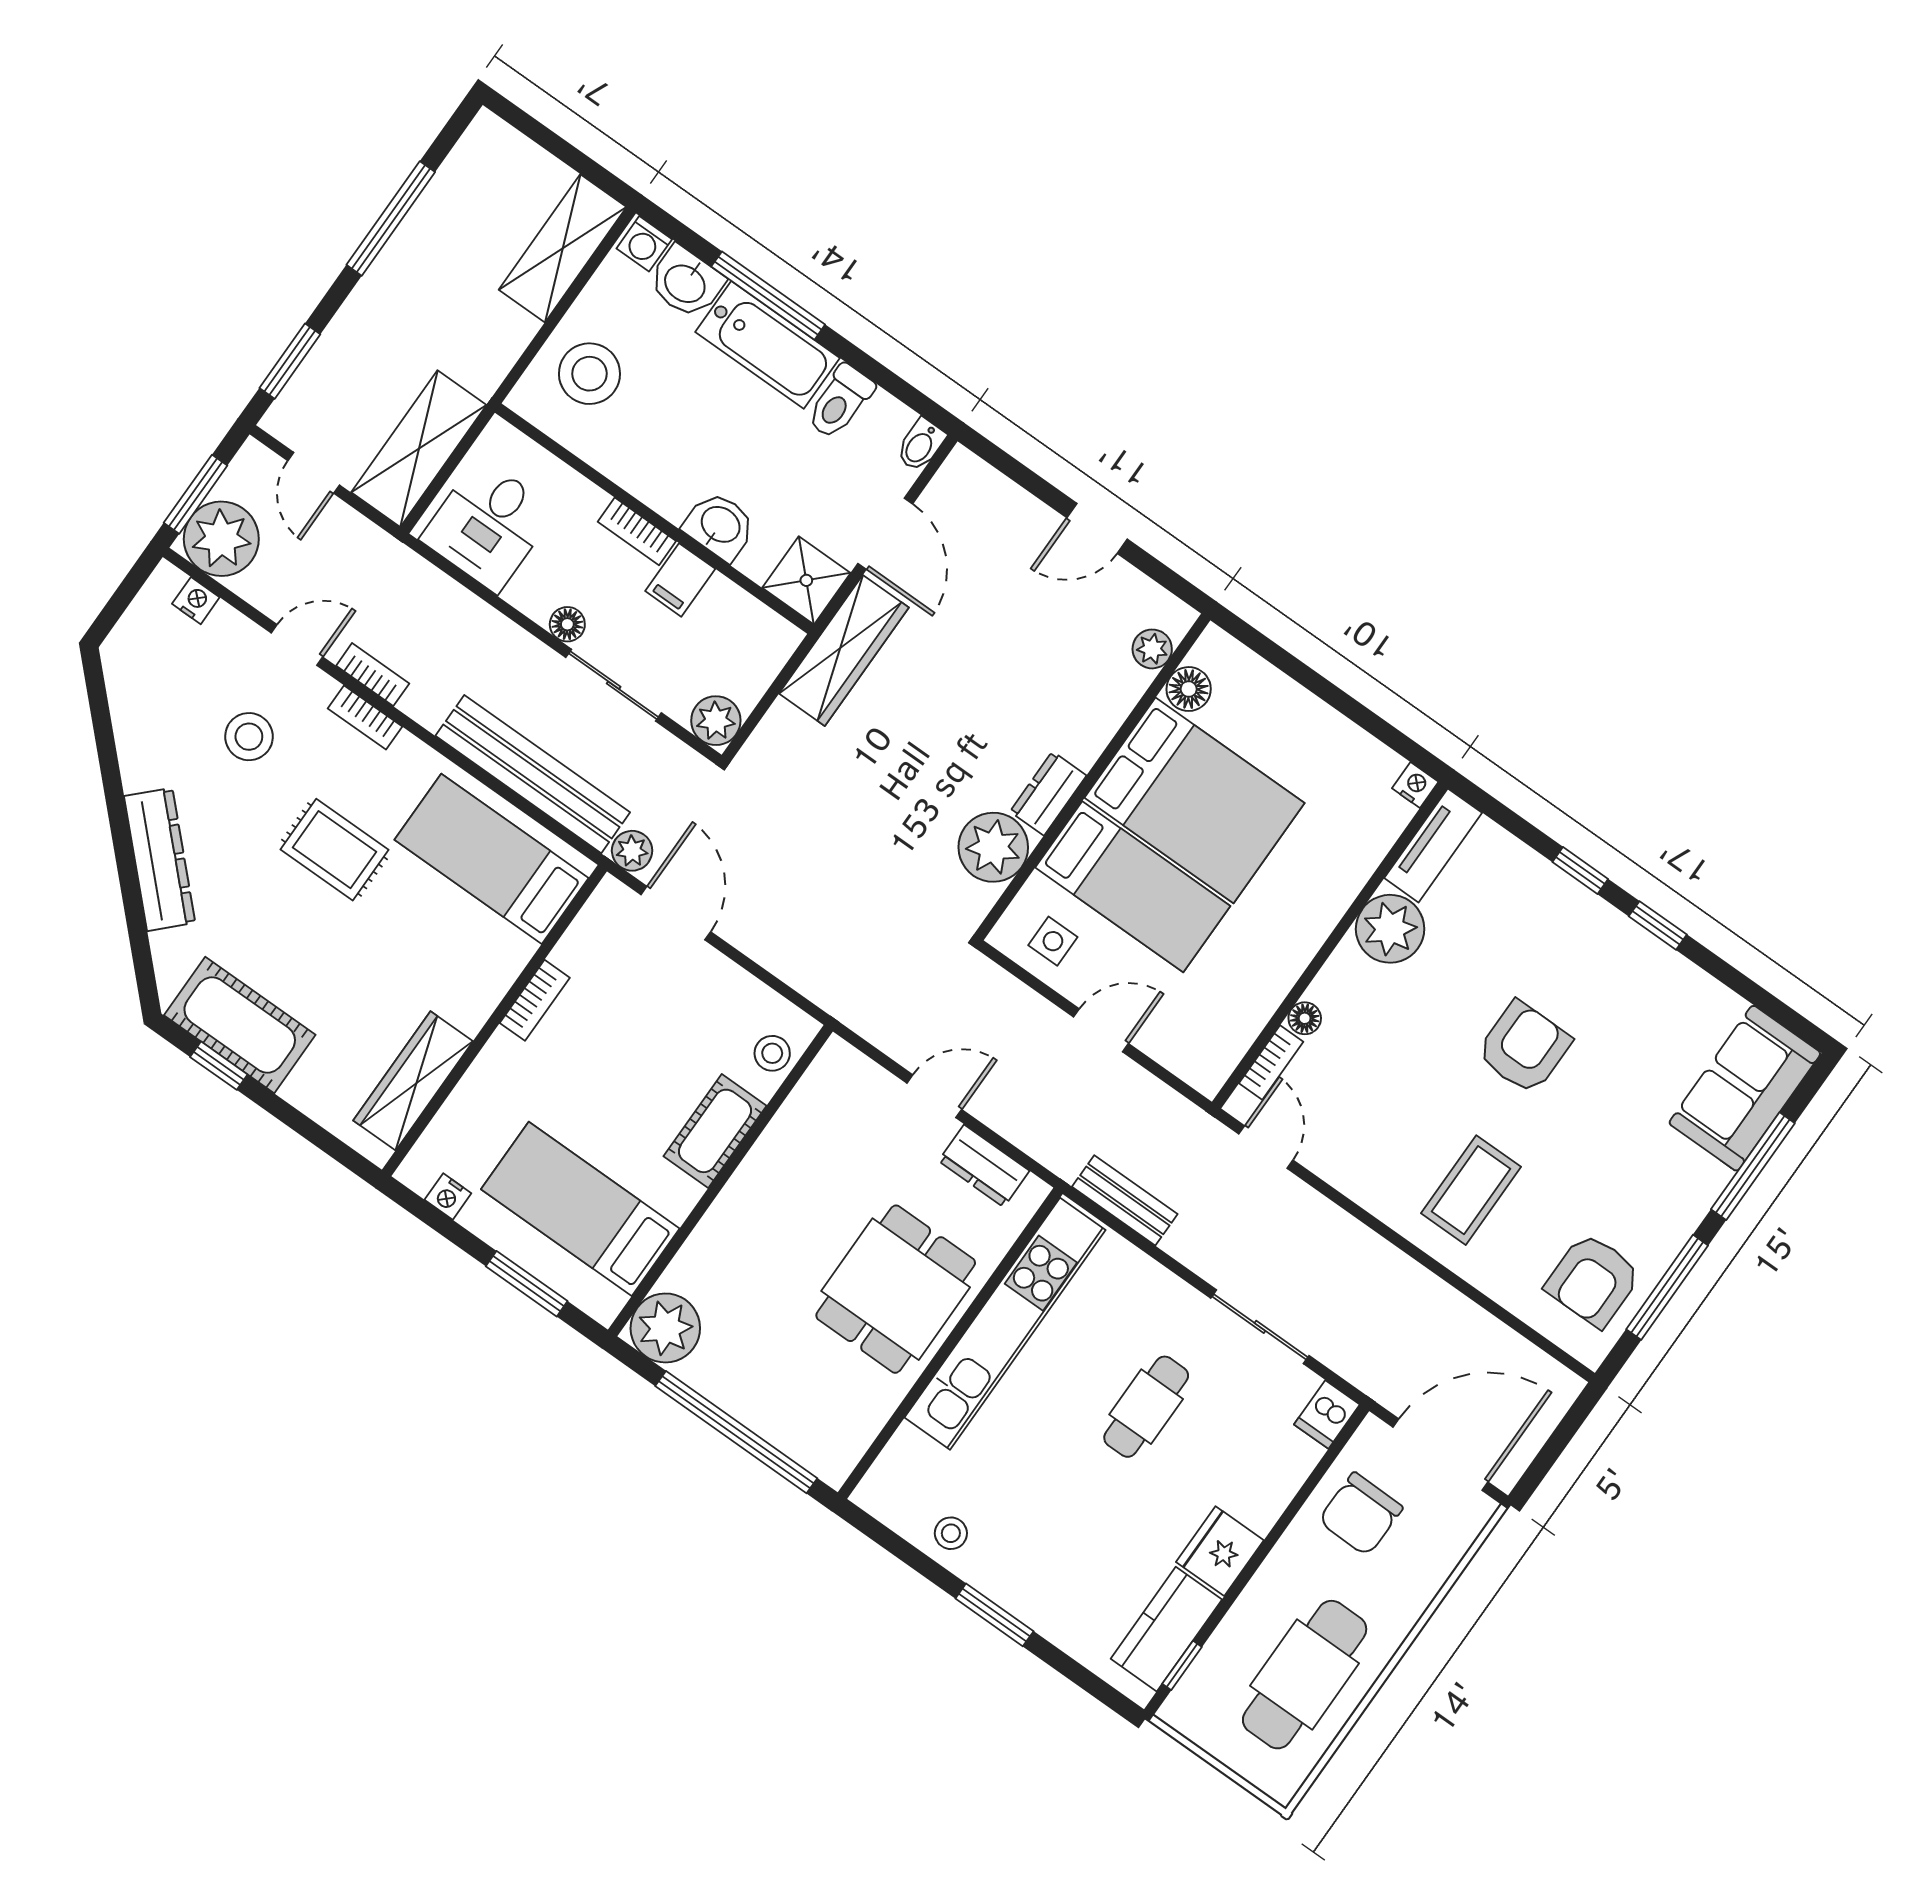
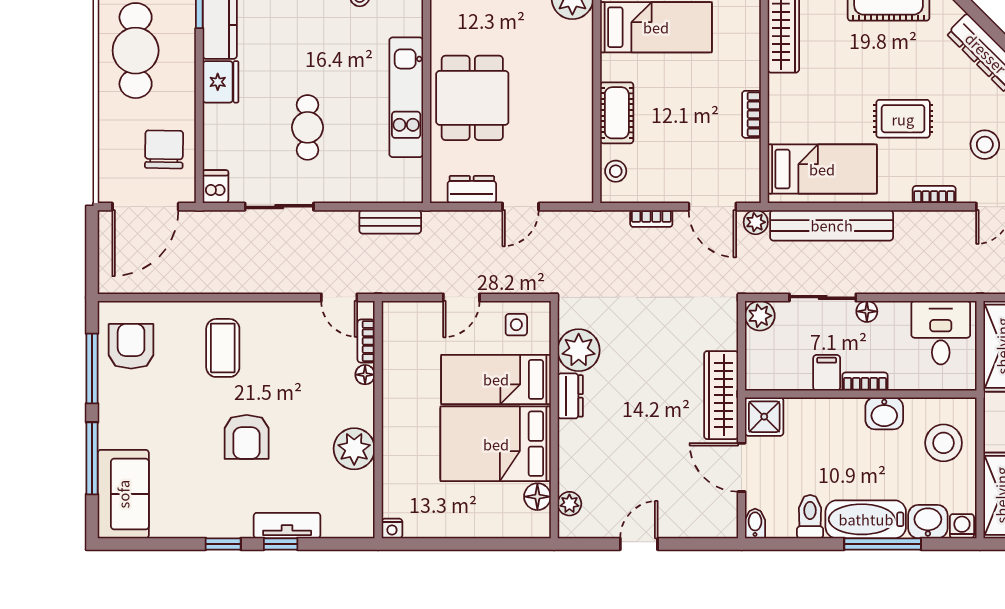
washbasin: (720, 526) -> (884, 413), moved
bookcase: (373, 675) -> (651, 219), moved
tv unit: (1433, 845) -> (287, 526), moved, turned 90
kitchen unit: (1005, 1324) -> (406, 97), width x0.73

